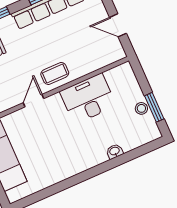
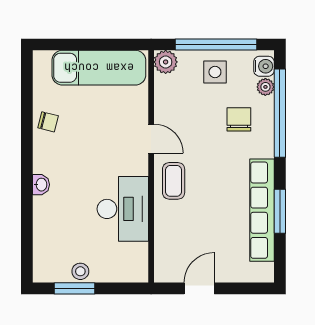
washbasin: (115, 151) -> (41, 185), moved
chair: (52, 173) -> (48, 122), added

